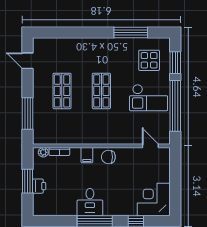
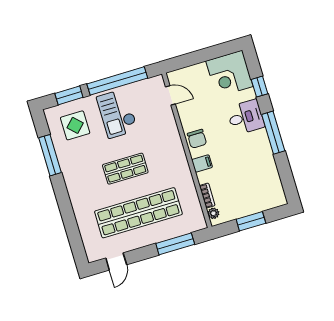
shop shelf: (62, 91) -> (138, 213), width x2.00, depth x1.36
checkout: (149, 98) -> (117, 114), turned 180
door: (150, 146) -> (170, 95), swing flipped
printer: (39, 186) -> (253, 207), removed
desk: (90, 202) -> (246, 117), moved

